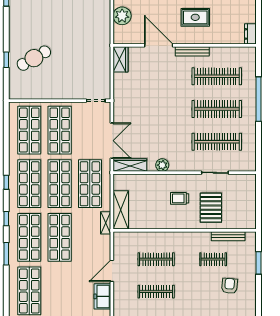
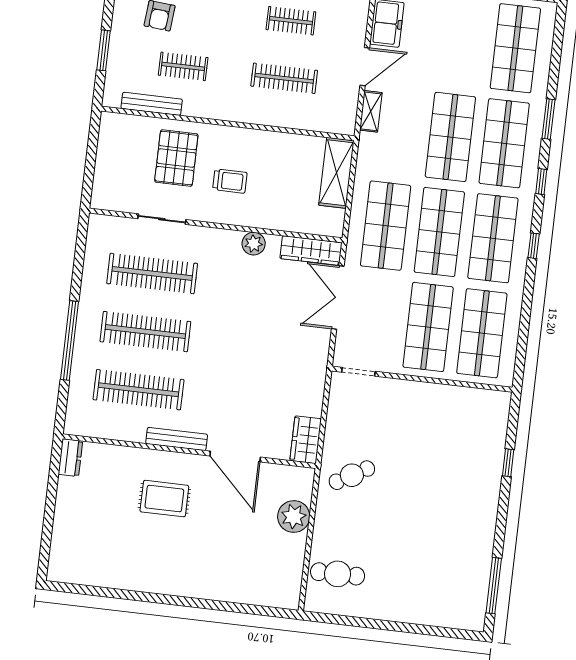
cafe table: (34, 58) -> (352, 475), moved, width x0.73, depth x0.74
shelving: (106, 223) -> (371, 111), moved
clothes rail: (156, 292) -> (291, 21), width x0.73

